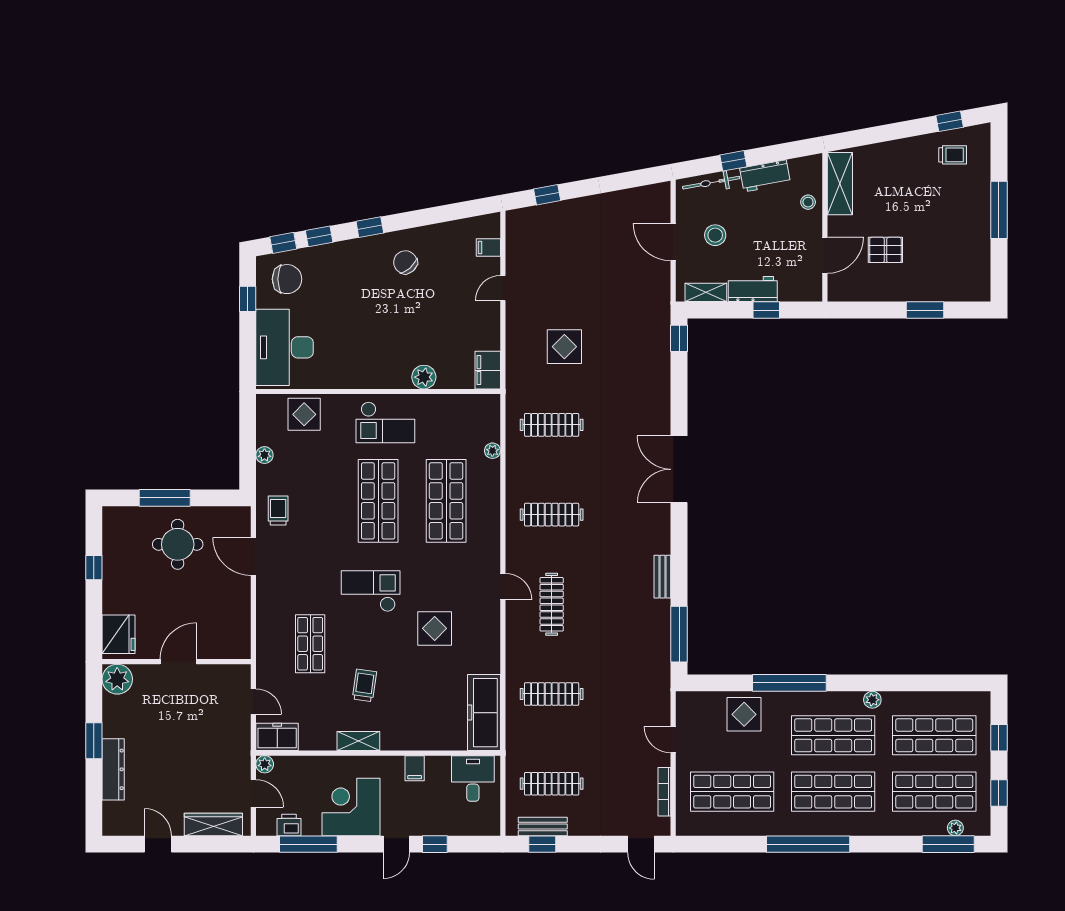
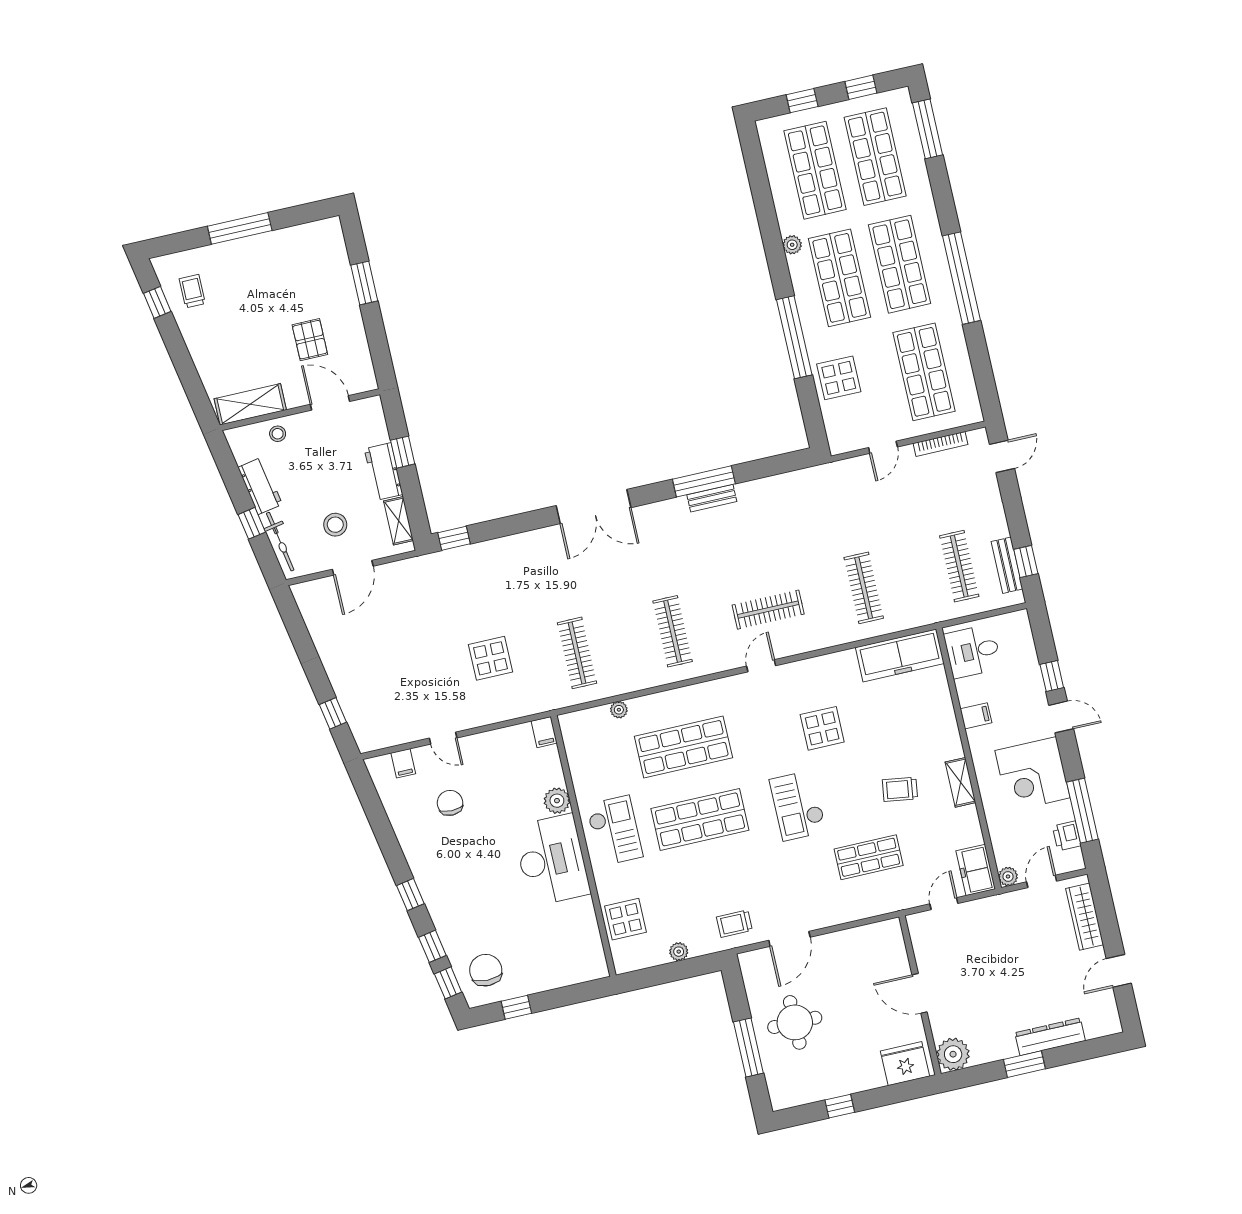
chair: (405, 262) -> (450, 803), moved, turned 132
desk: (285, 347) -> (552, 860), moved, turned -90
filing cabinet: (488, 370) -> (544, 732), width x0.50
window: (679, 634) -> (704, 481), moved
plant: (955, 828) -> (909, 125), removed

